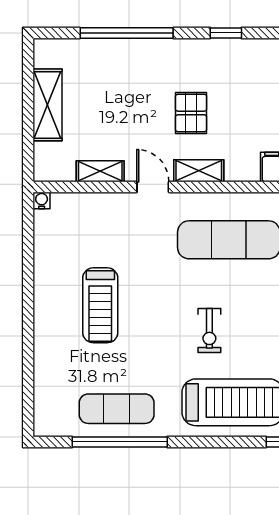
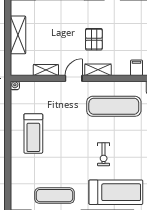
door: (153, 187) -> (74, 78), hinge flipped
treadmill: (100, 305) -> (33, 133), moved

